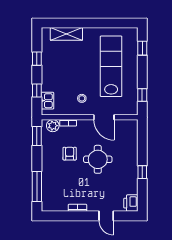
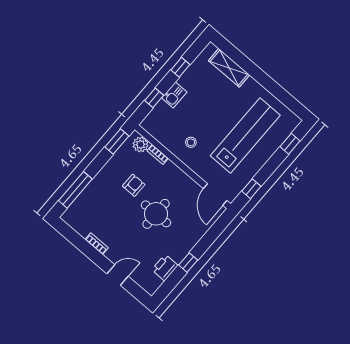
kitchen sink: (47, 101) -> (174, 95), moved
door: (104, 117) -> (215, 195), moved
printer: (131, 203) -> (165, 268), moved
door: (106, 216) -> (118, 275), swing flipped

